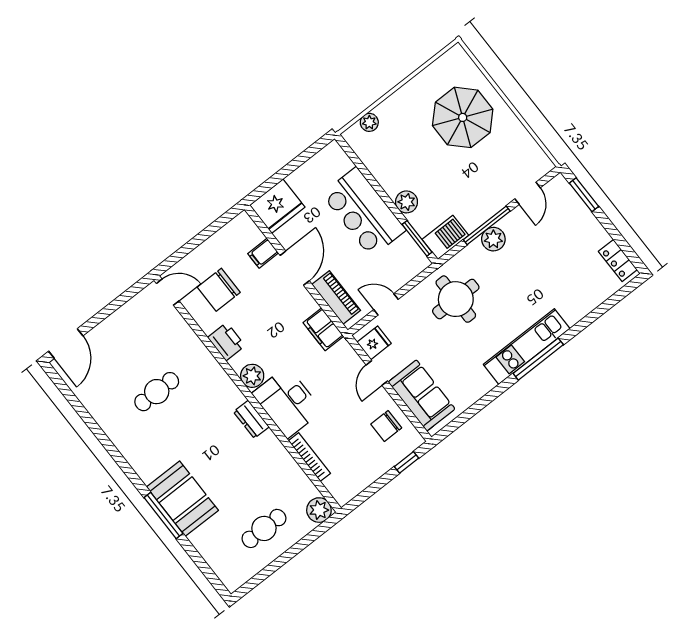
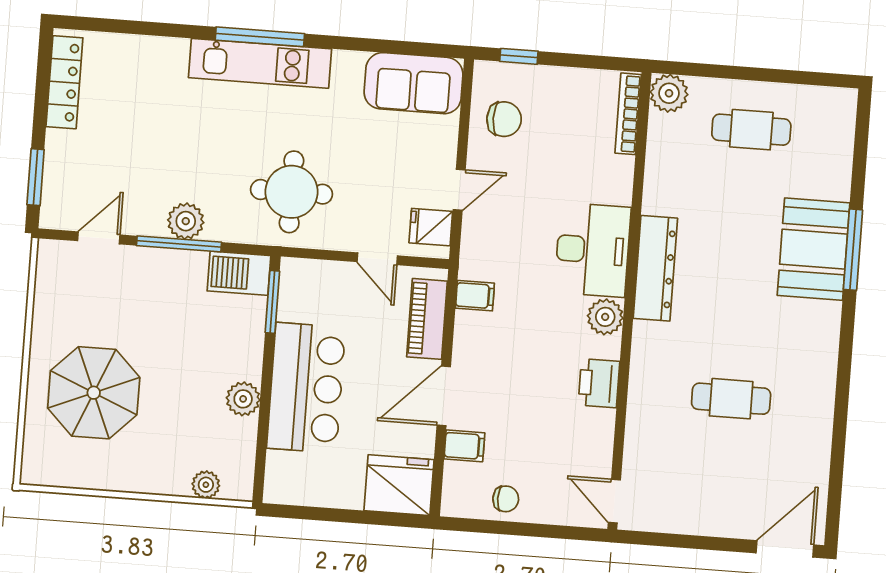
plant: (406, 202) -> (243, 399), moved
locker: (618, 261) -> (64, 82), width x1.53
chair: (219, 290) -> (506, 499), moved, width x0.54, depth x0.54
filing cabinet: (323, 329) -> (475, 296), width x0.50
sofa: (422, 395) -> (414, 83), moved, turned -90
dresser: (251, 419) -> (655, 268), width x1.96, depth x1.24
bookcase: (309, 457) -> (628, 114), moved

